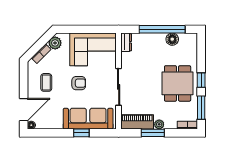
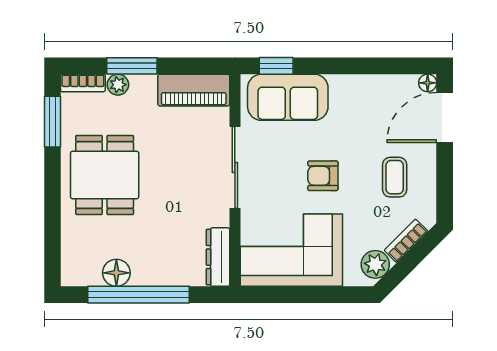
dresser: (126, 42) -> (218, 257), width x1.44
window: (201, 80) -> (52, 182), removed
sofa: (88, 119) -> (288, 97), width x0.73
plant: (159, 124) -> (118, 85), moved
window: (81, 133) -> (276, 66), moved
window: (153, 133) -> (132, 66), moved

